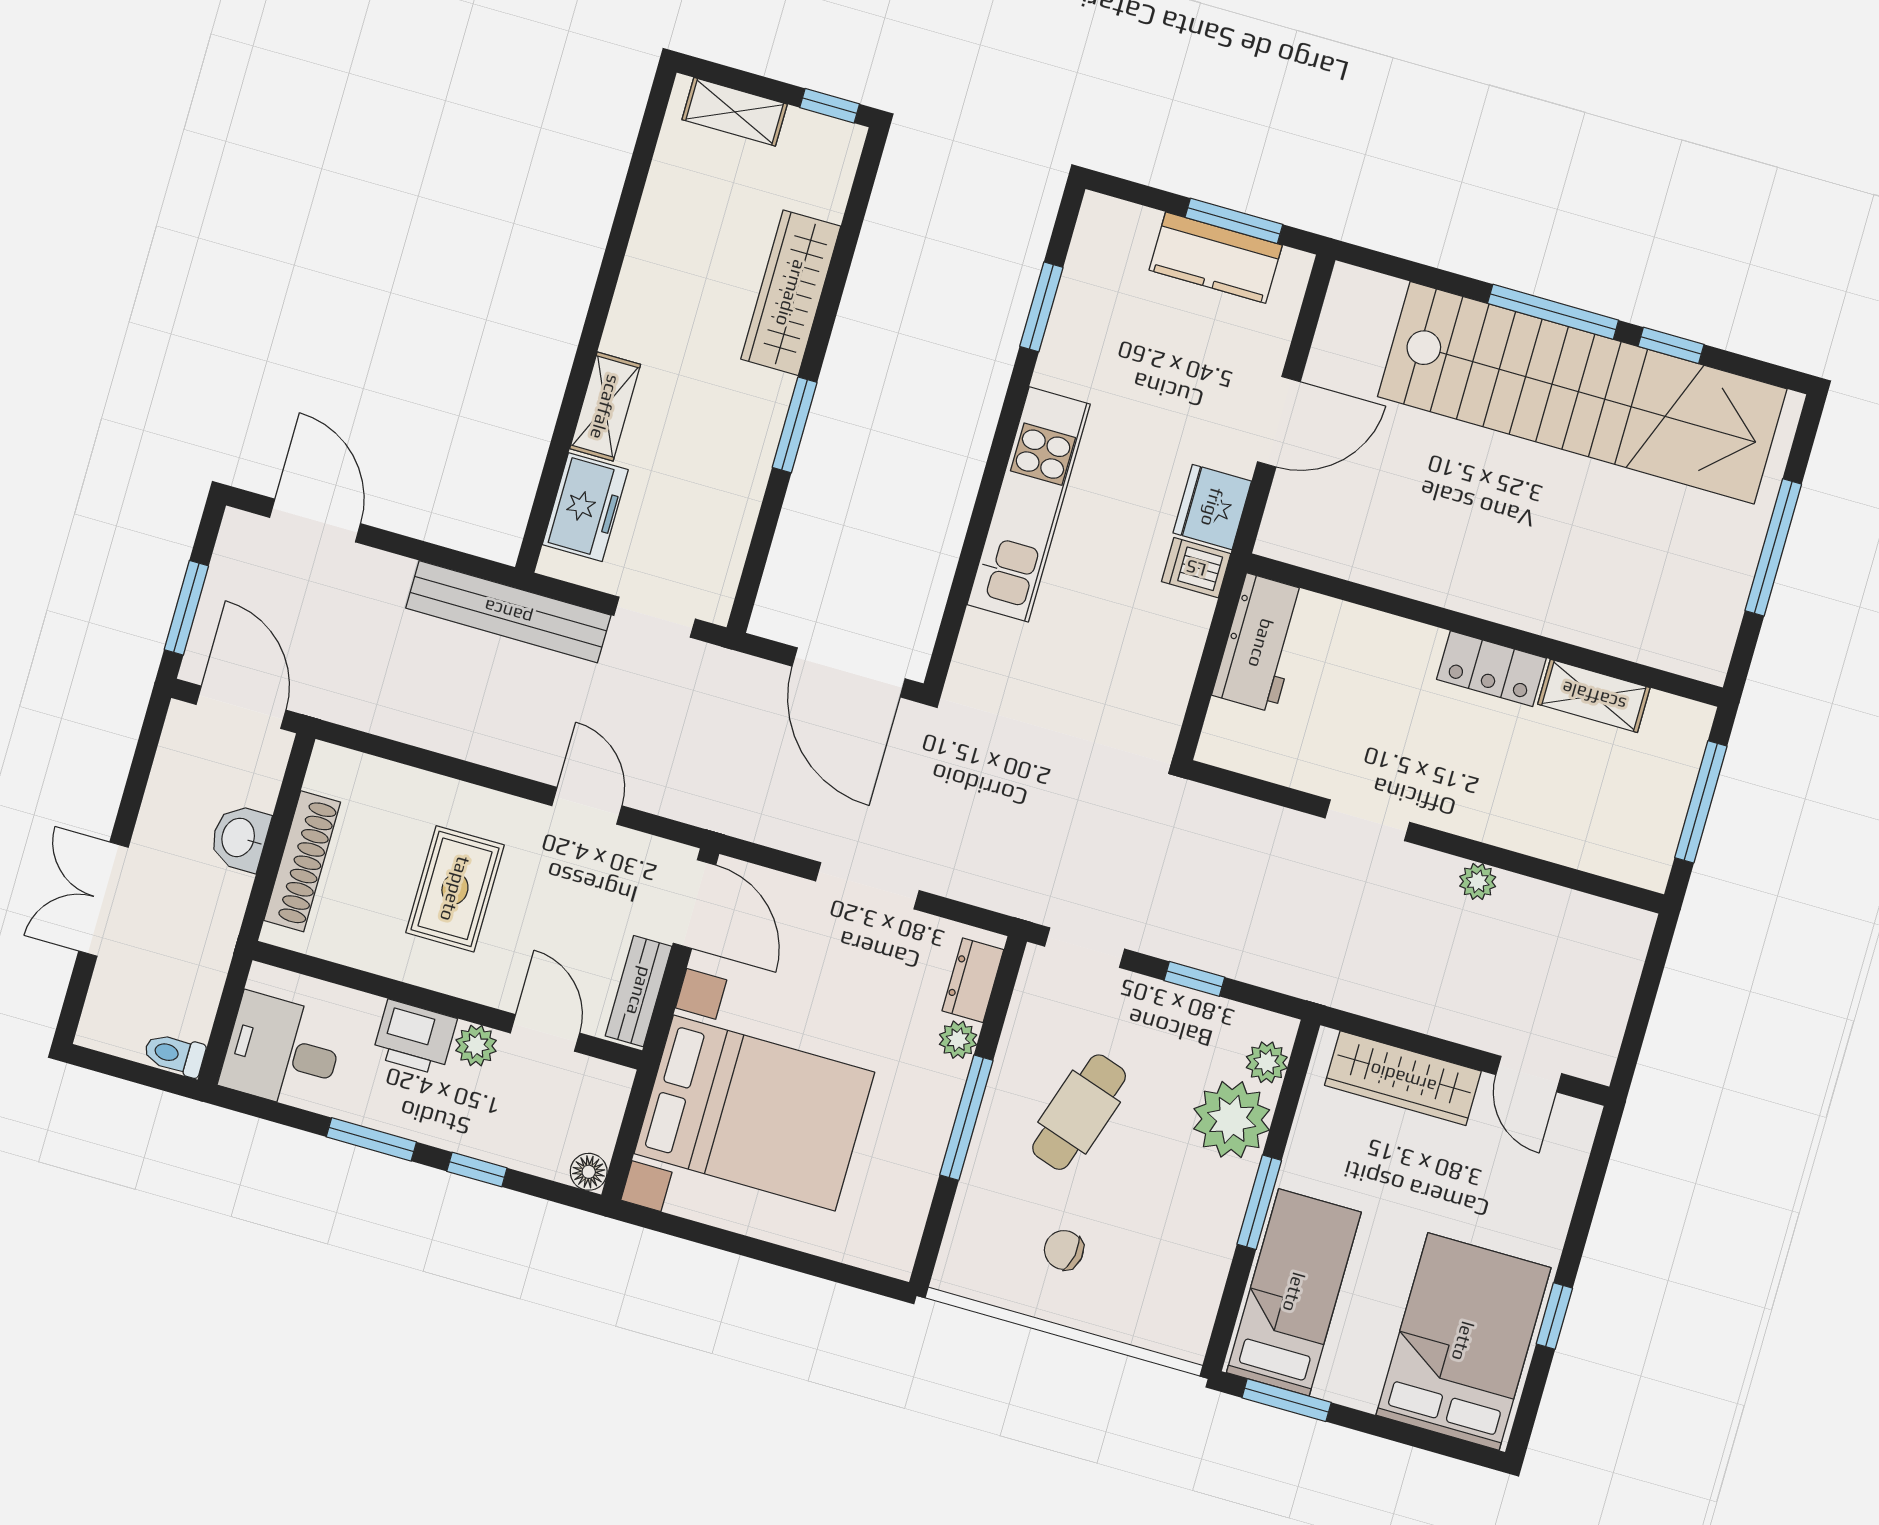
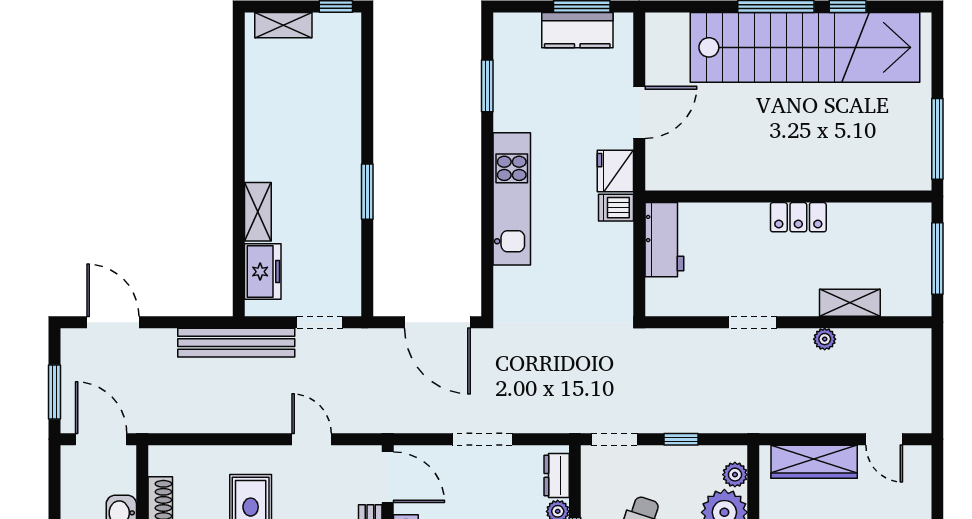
wardrobe: (791, 293) -> (344, 118), removed
window: (1773, 547) -> (937, 139), moved
shelving: (1594, 696) -> (850, 303), moved

